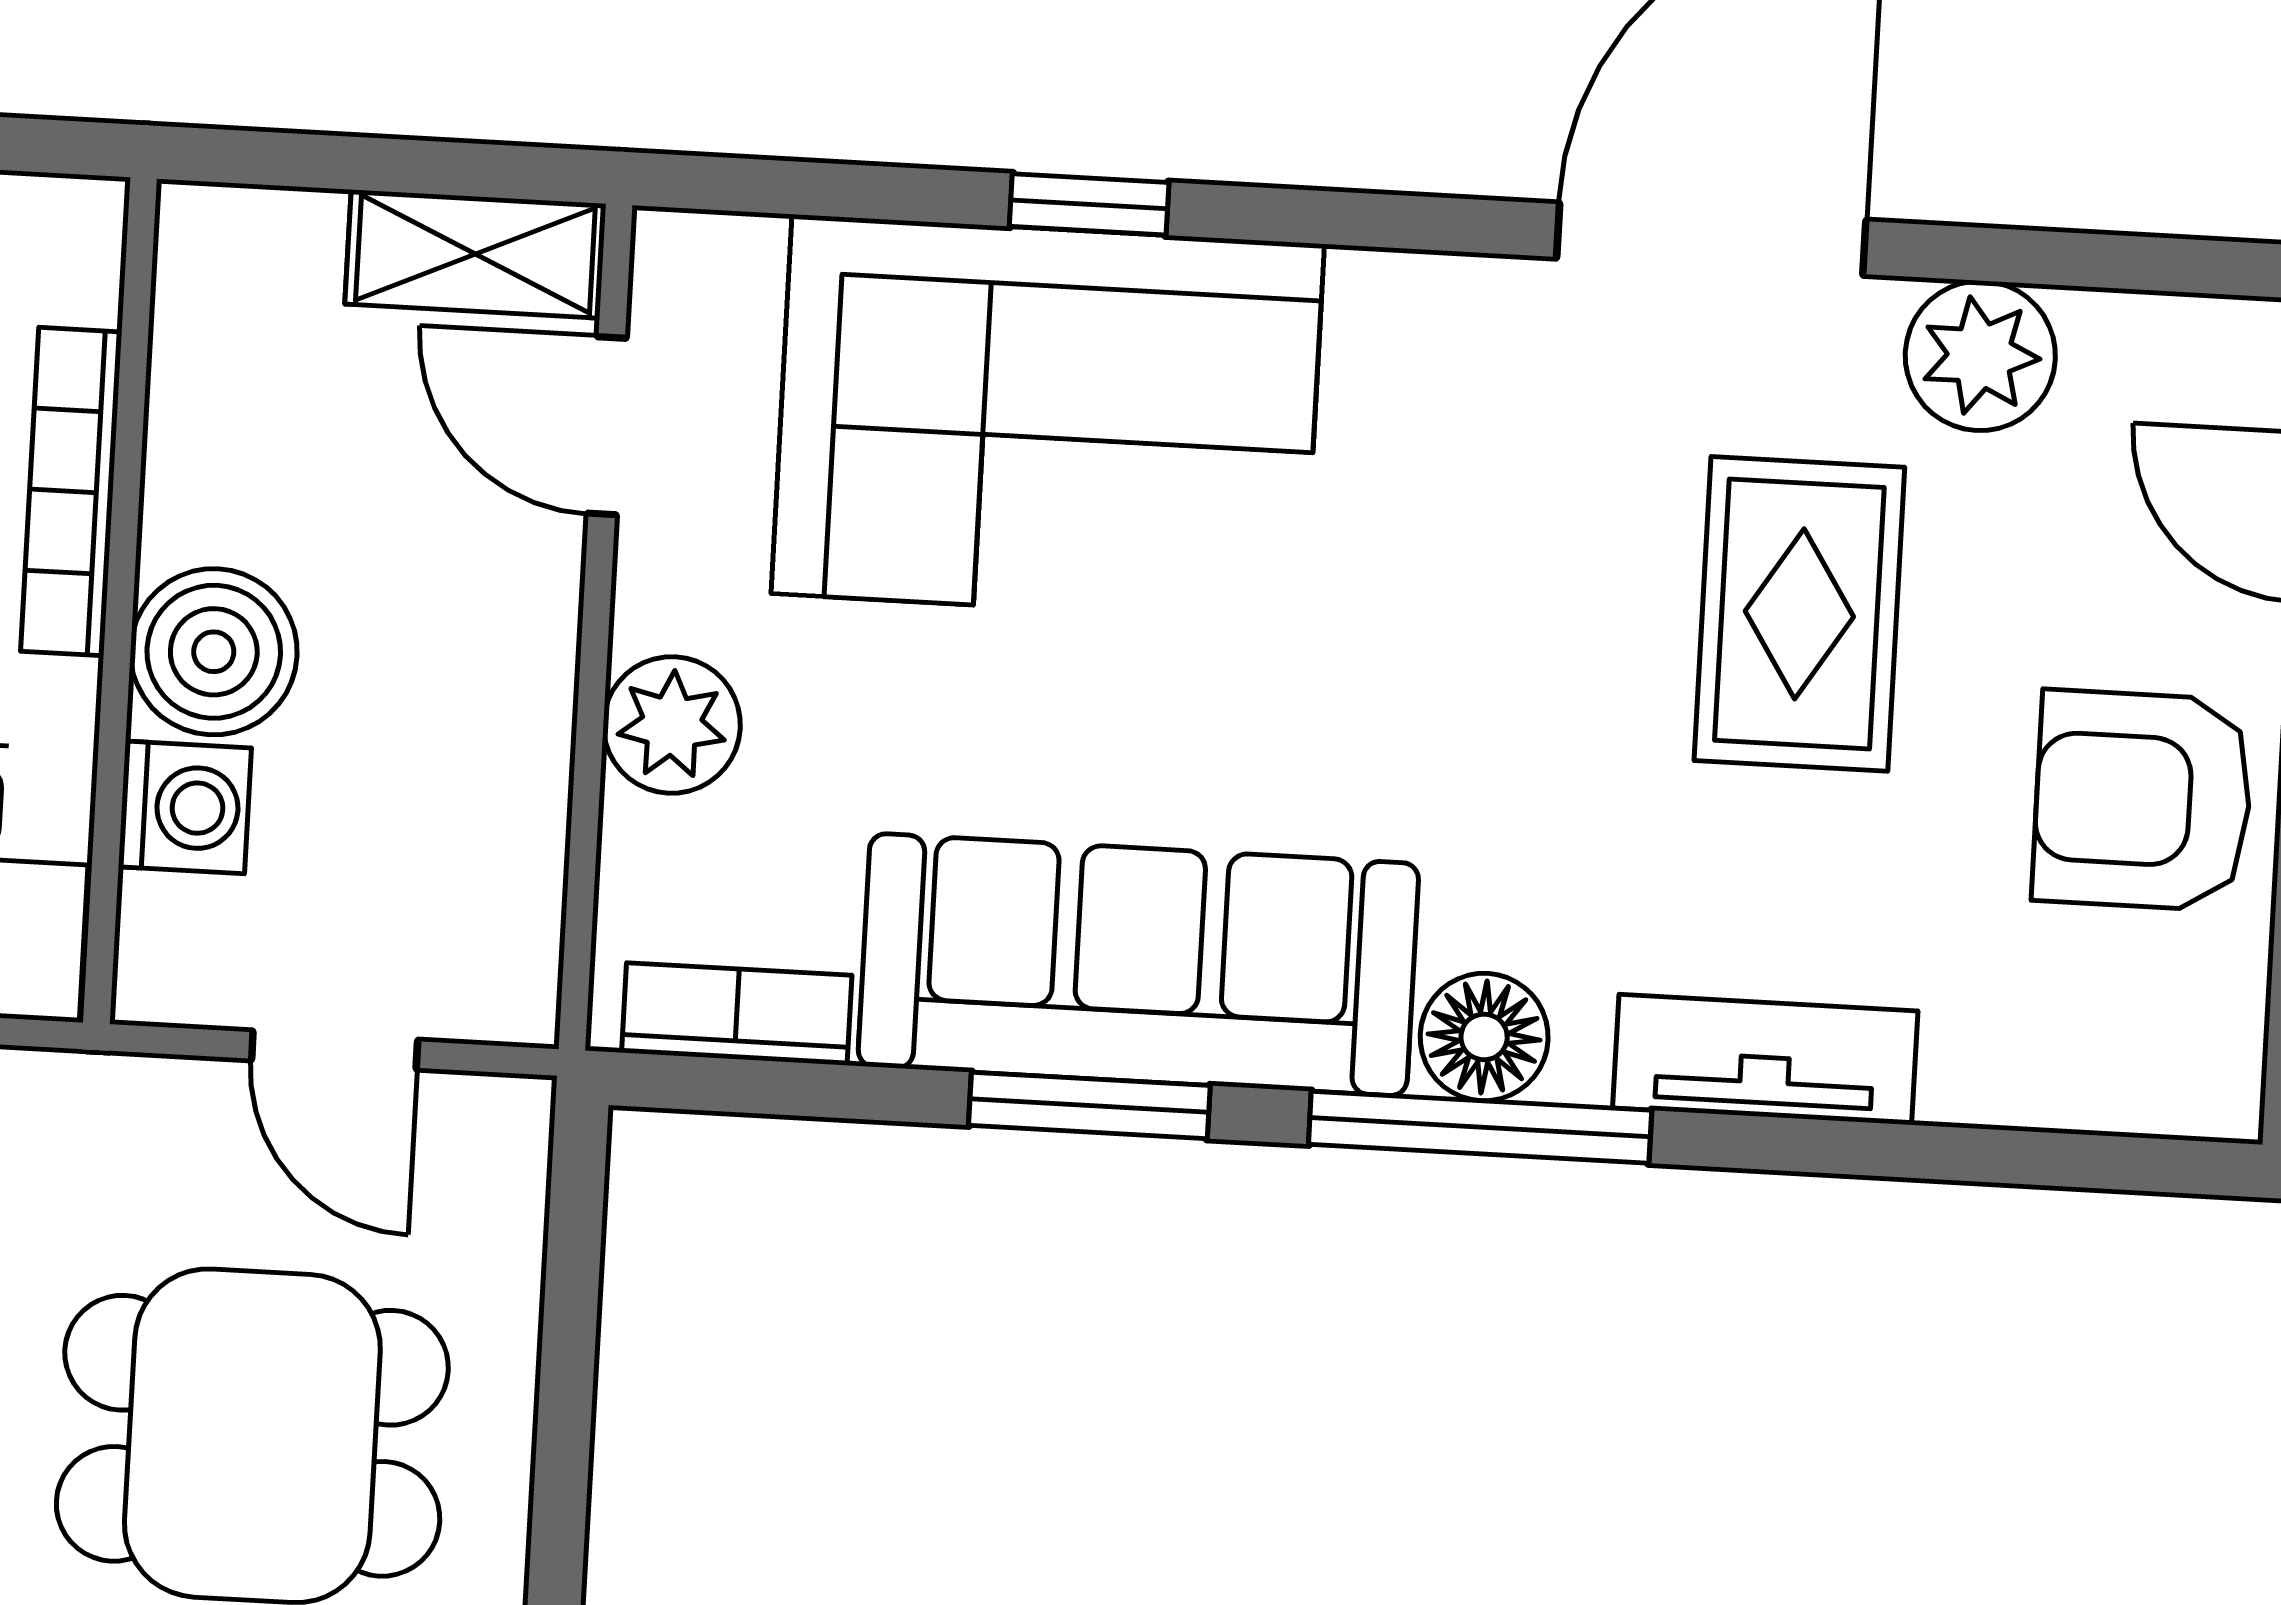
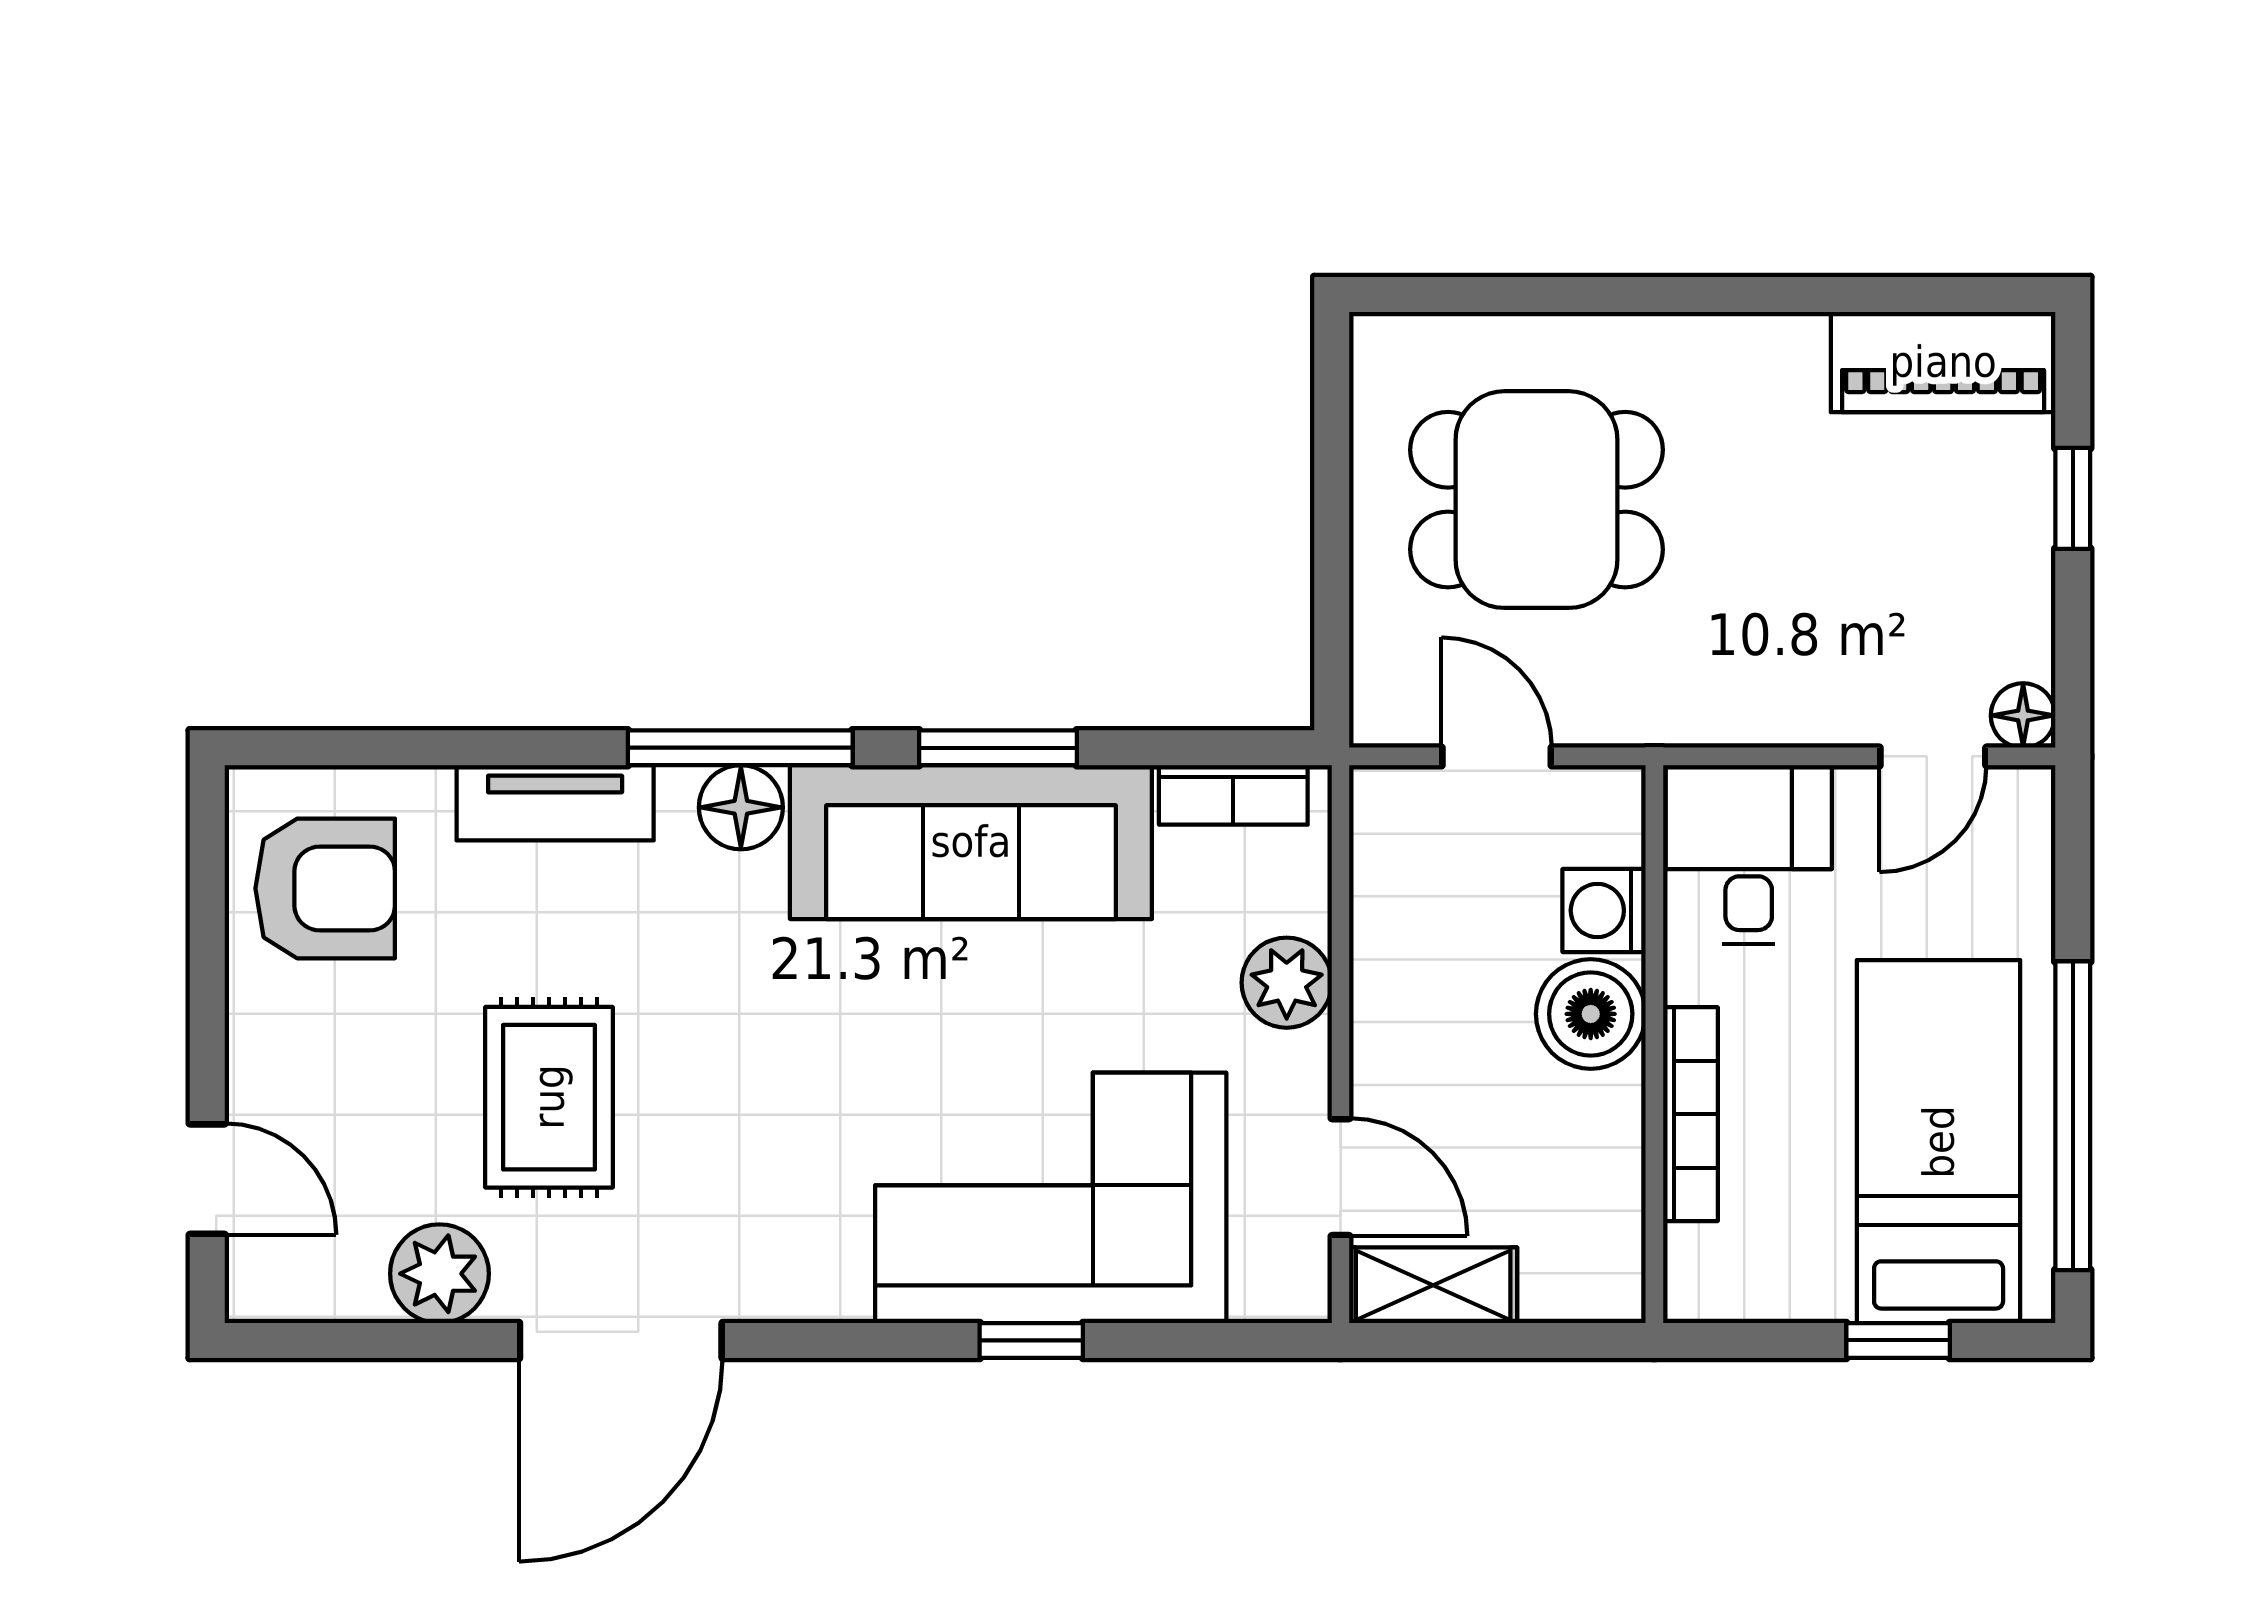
armchair: (2143, 801) -> (325, 888), moved

